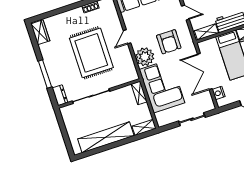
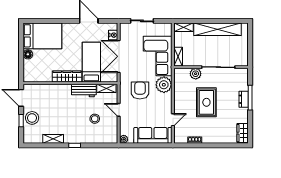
door: (127, 37) -> (173, 120), moved
rug: (91, 53) -> (206, 102), width x0.73, depth x0.69
double door: (205, 71) -> (119, 56), swing flipped
plant: (114, 81) -> (196, 74), added
dresser: (60, 95) -> (244, 99), moved

